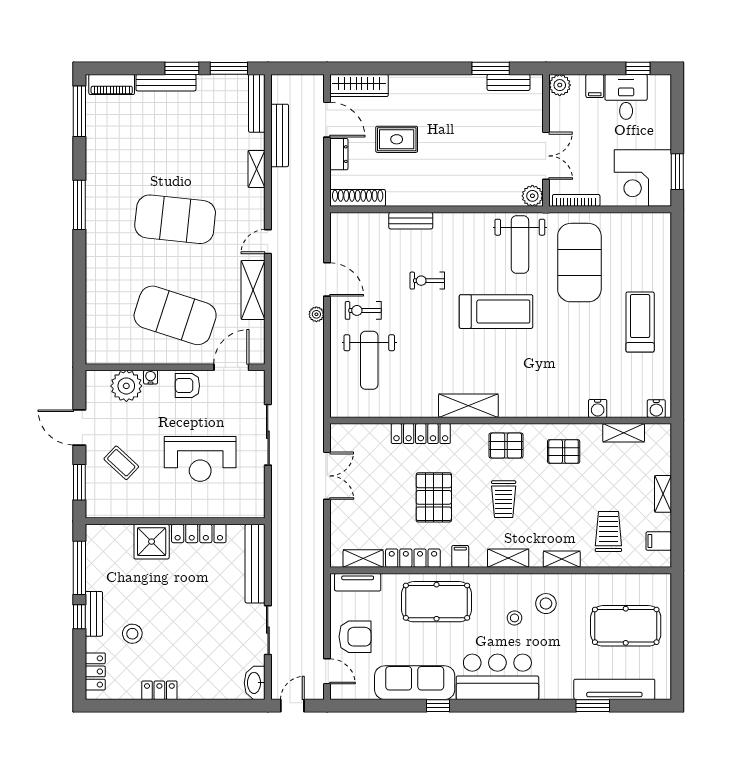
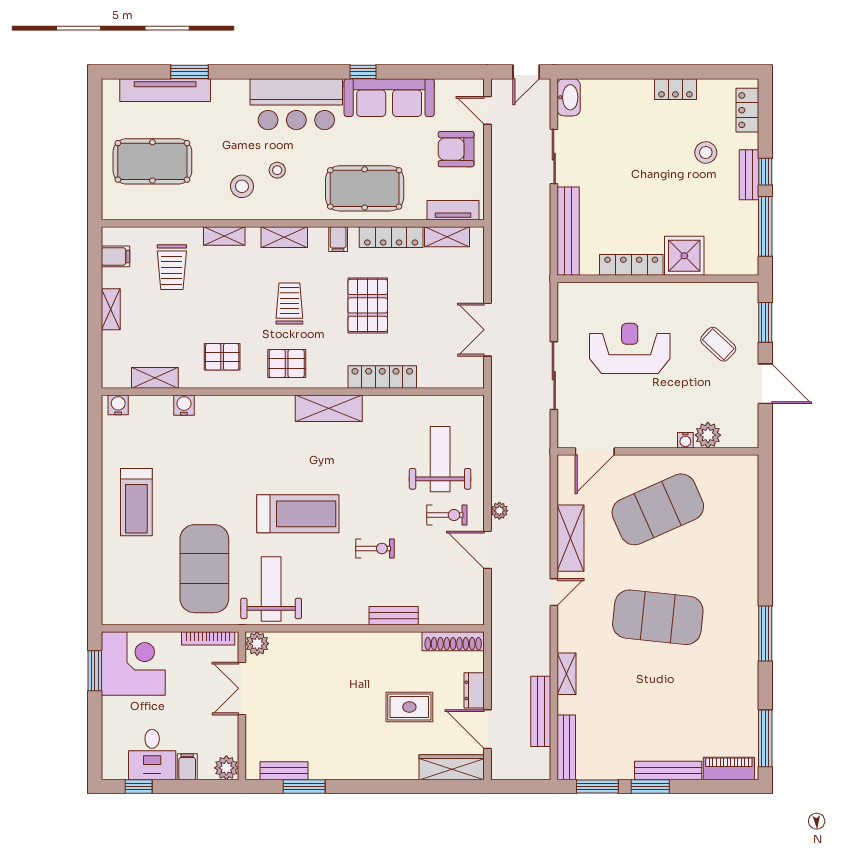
treadmill: (496, 312) -> (298, 514), turned 180
exercise mat: (175, 315) -> (658, 509), turned -42
plant: (126, 386) -> (708, 435), width x0.73, depth x0.73
armchair: (187, 386) -> (644, 431), removed

